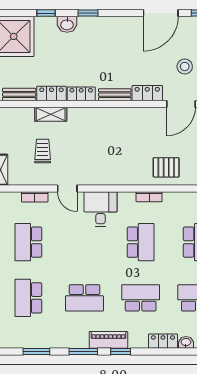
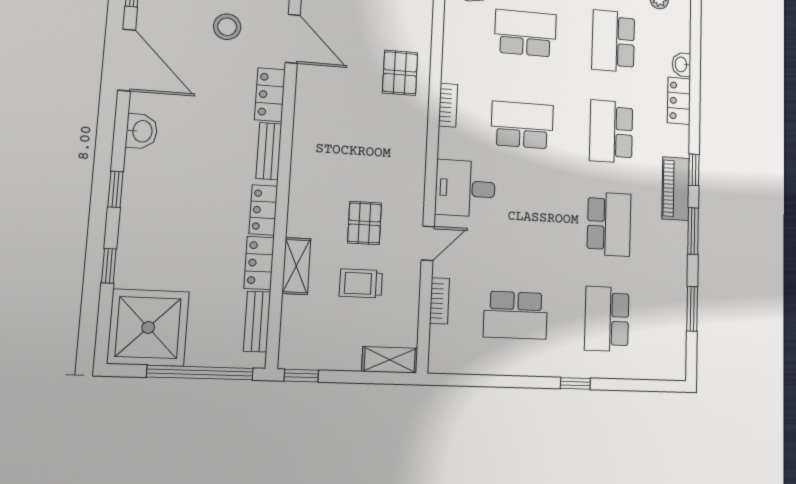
washbasin: (67, 24) -> (142, 131), moved
pallet: (77, 151) -> (365, 223), added
school desk: (28, 298) -> (607, 319), turned 90

